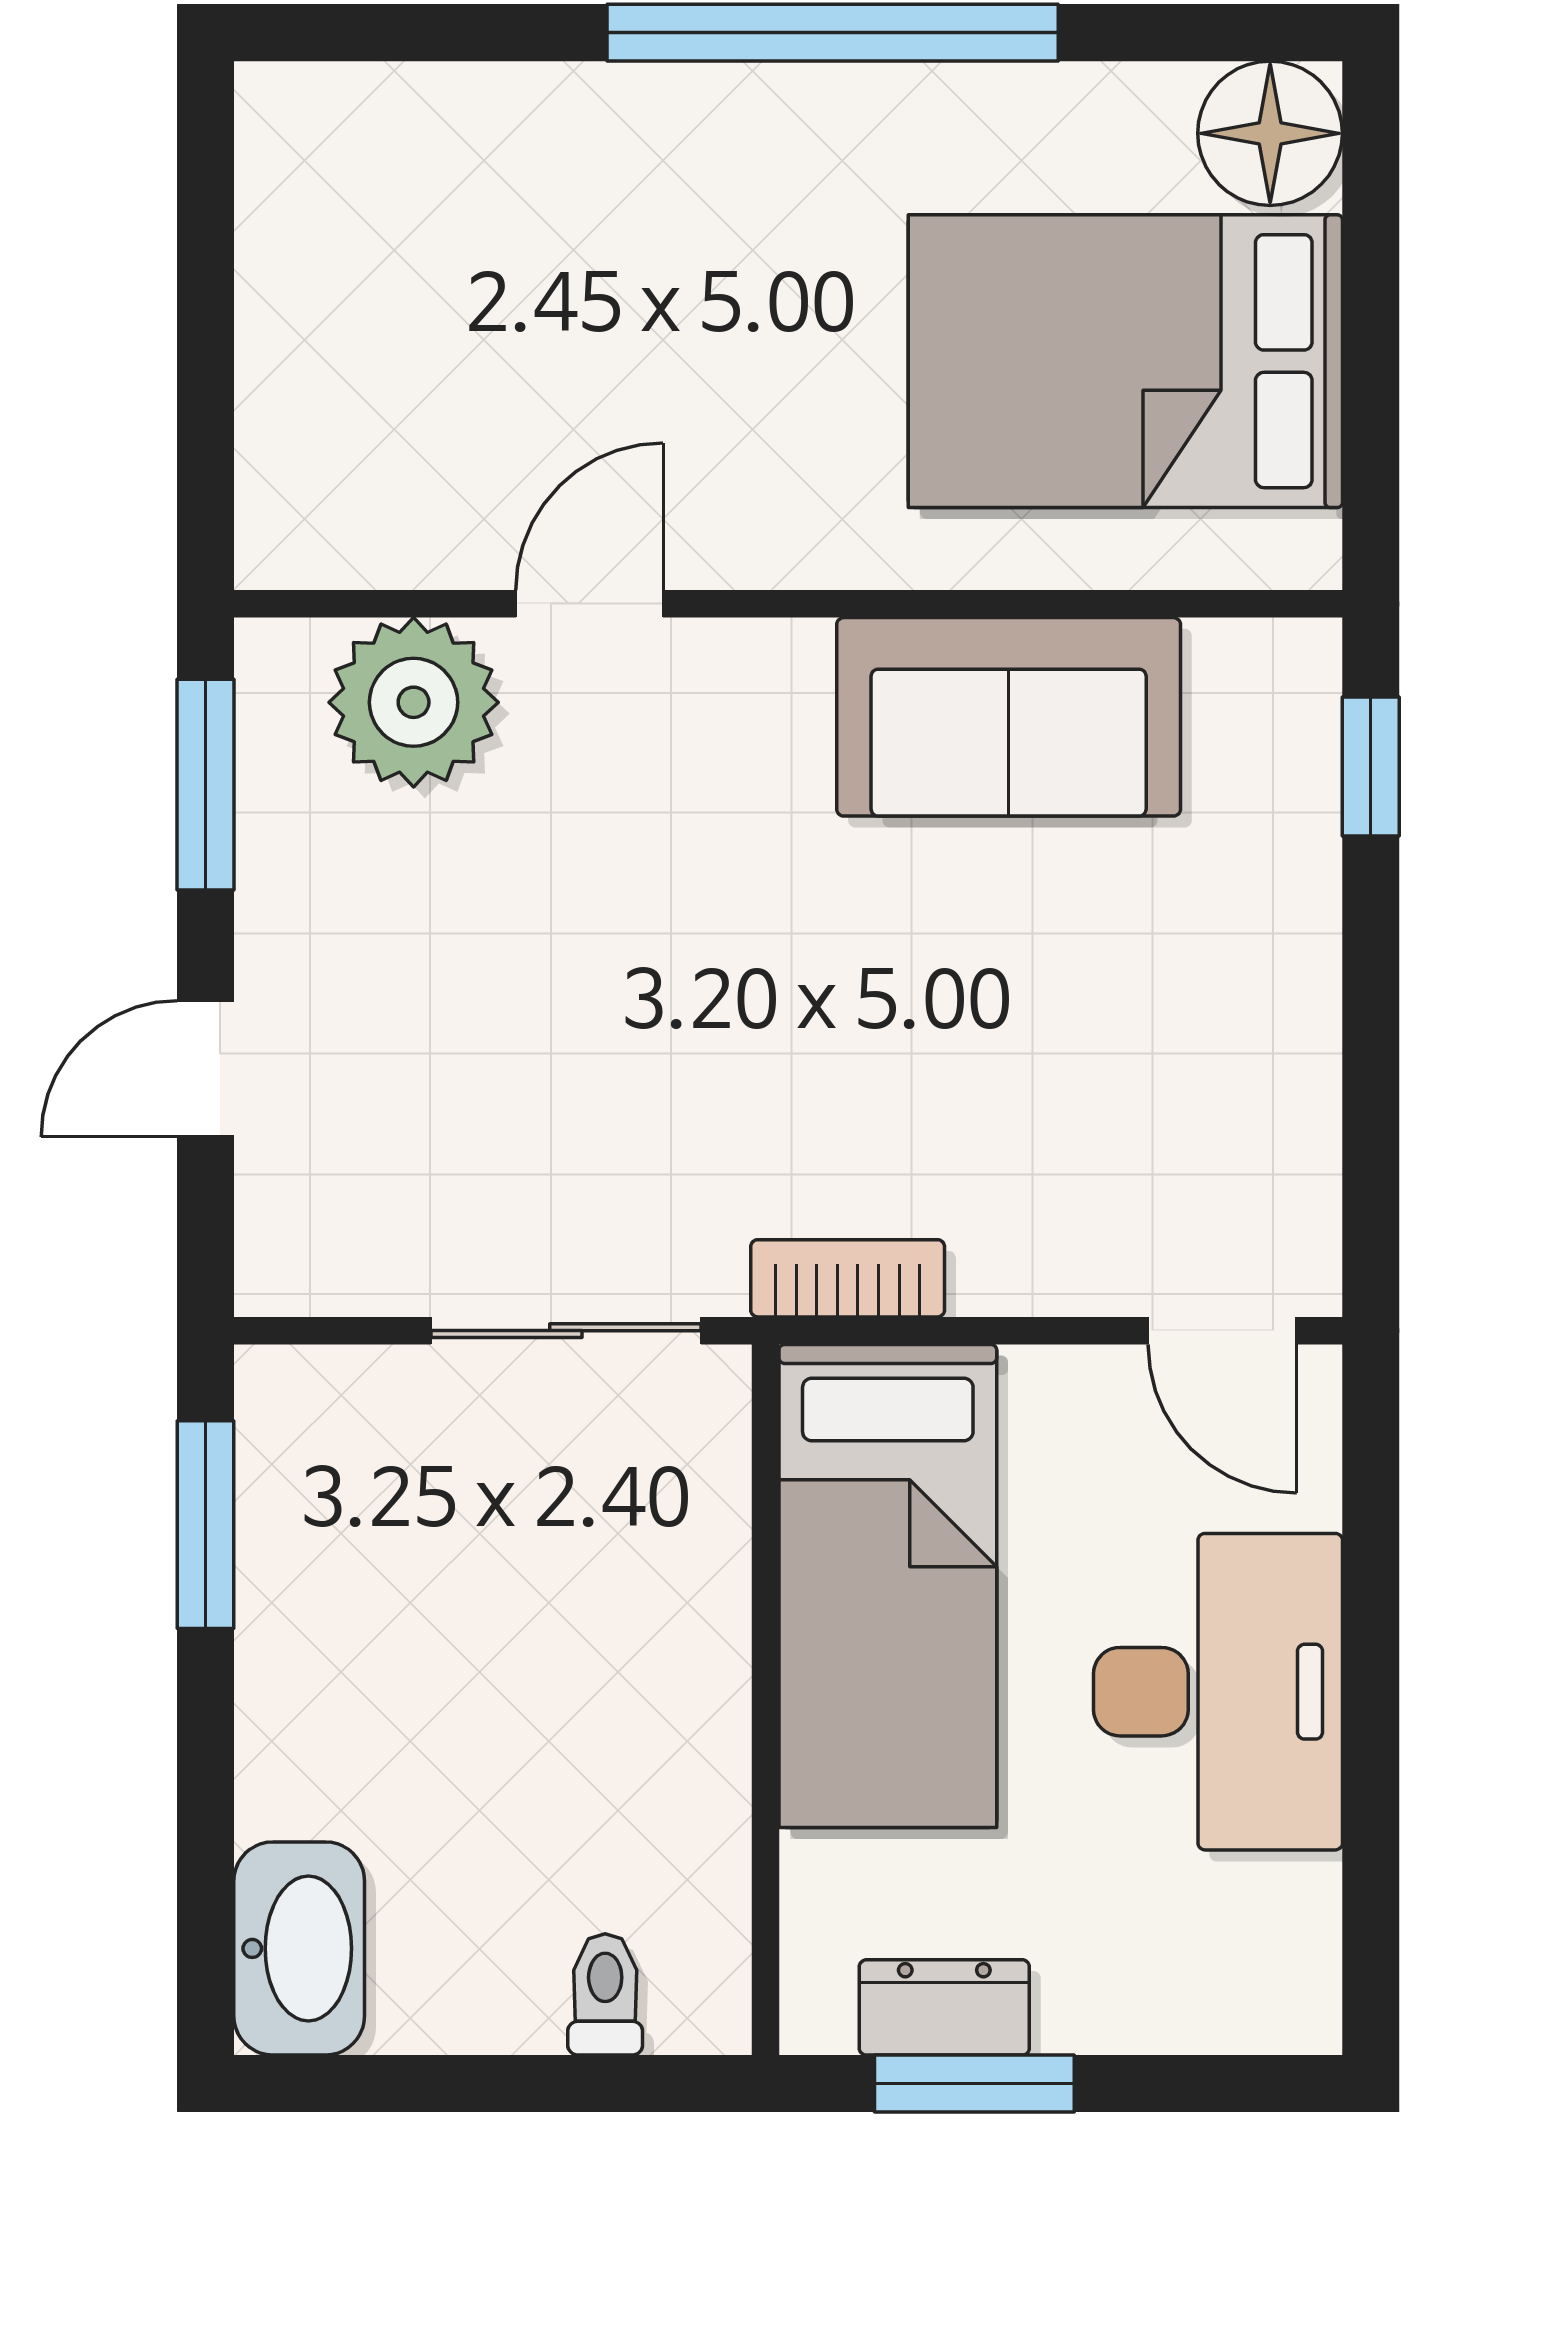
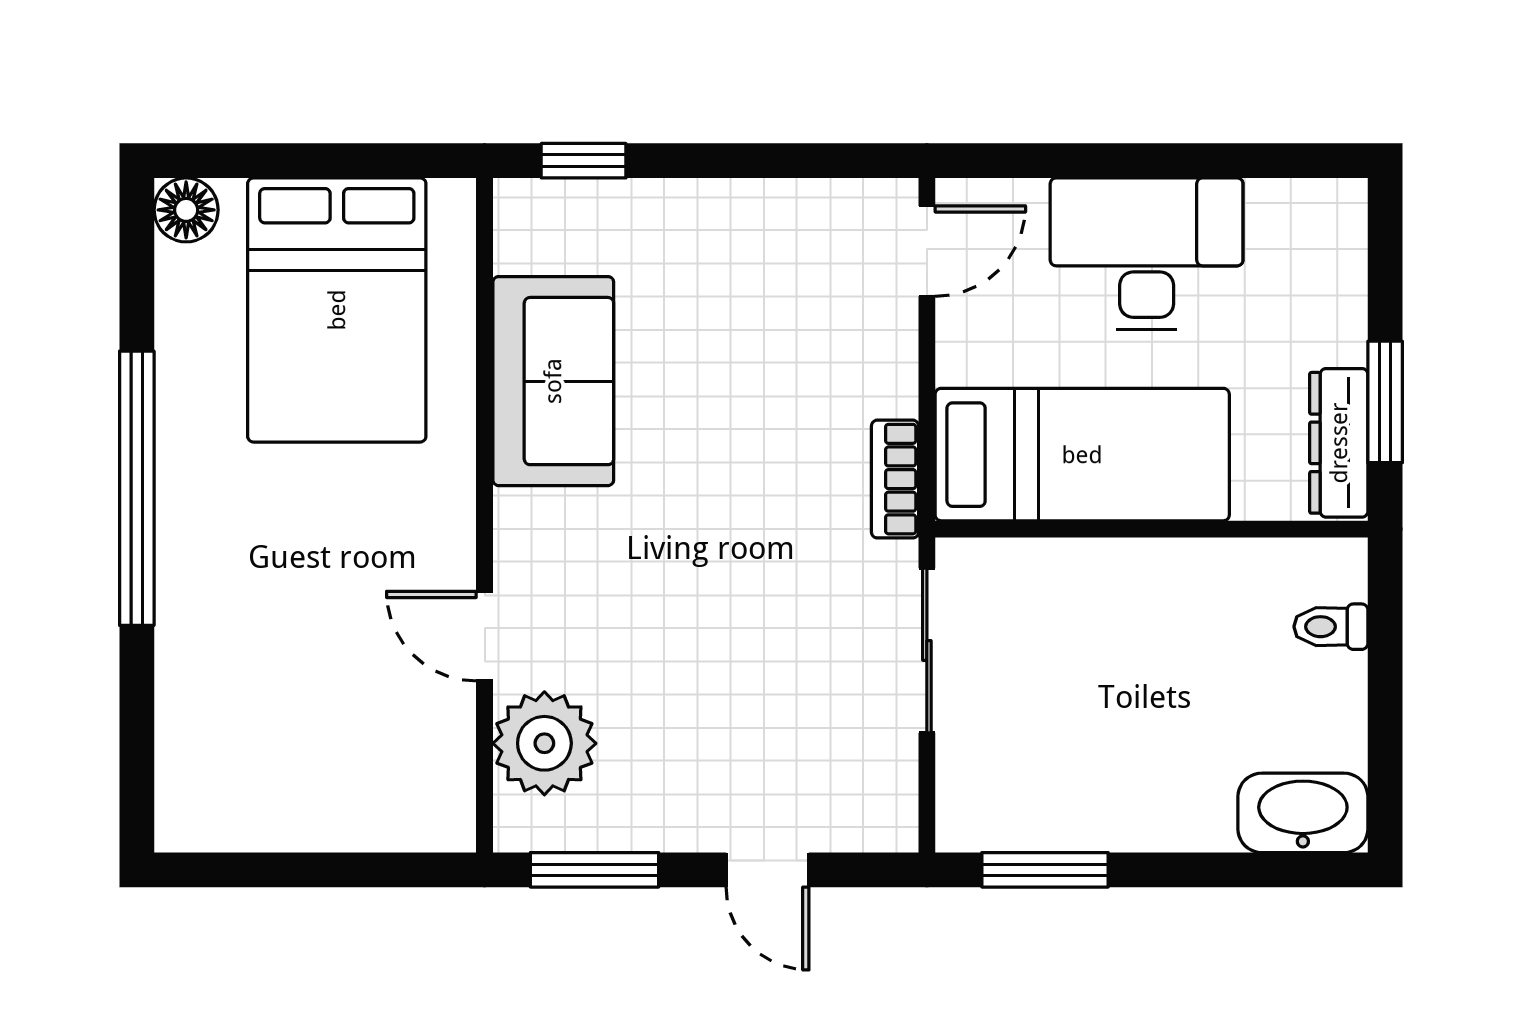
floor lamp: (1270, 133) -> (186, 210), width x0.73, depth x0.73
dresser: (944, 2007) -> (1339, 443), width x1.44

